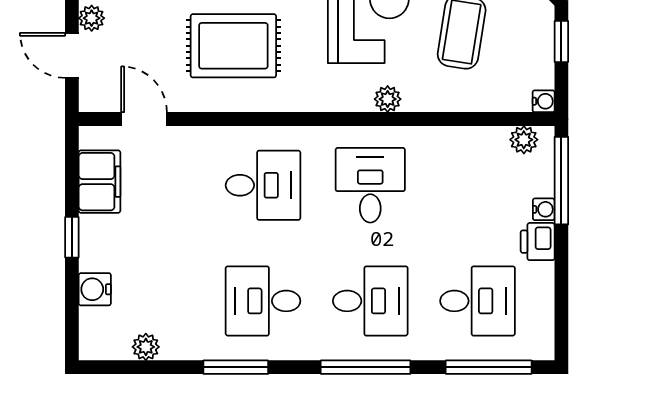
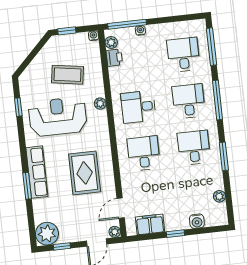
plant: (92, 18) -> (115, 232), moved
printer: (538, 242) -> (114, 58), moved, turned -90
desk: (263, 301) -> (194, 148), turned 180

